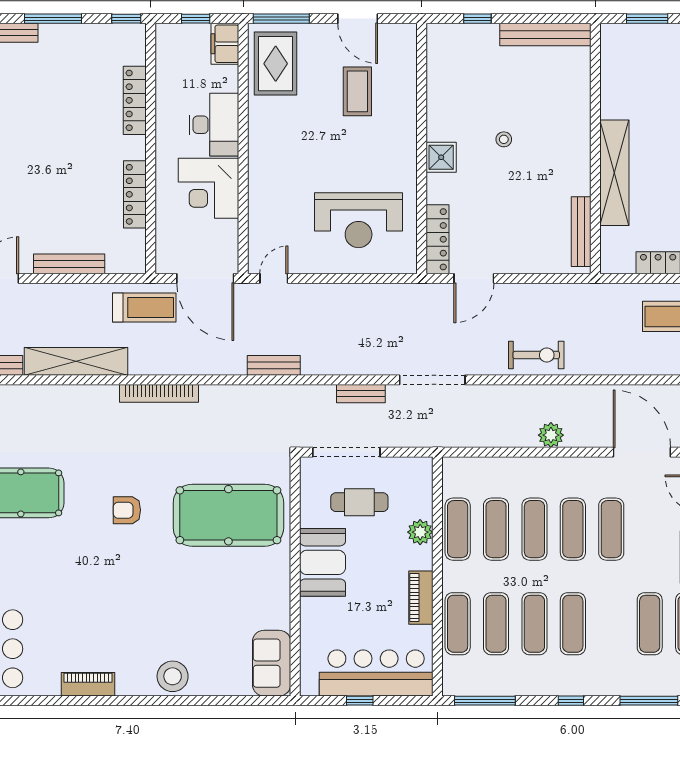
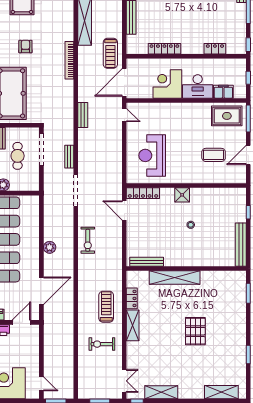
filing cabinet: (225, 44) -> (223, 92), moved
locker: (135, 100) -> (215, 49), width x0.66
armchair: (127, 510) -> (25, 47), moved

